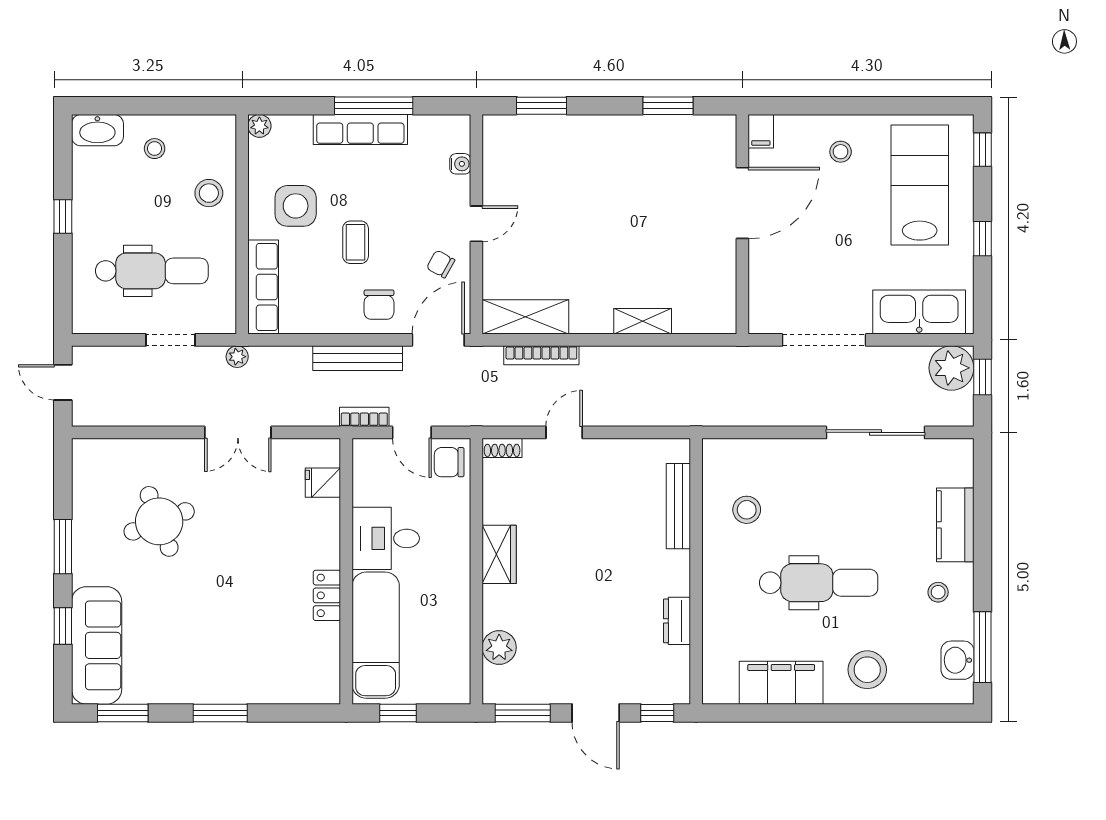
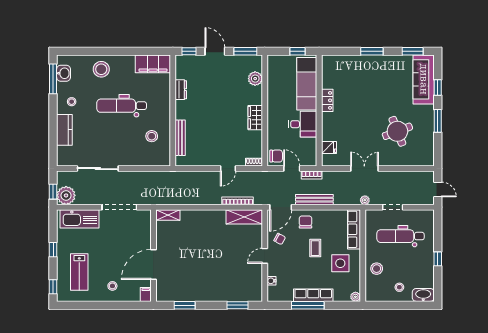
lab bench: (920, 185) -> (79, 272), width x0.73, depth x0.72
shelving: (643, 321) -> (168, 215), moved
filing cabinet: (781, 683) -> (153, 64), moved

